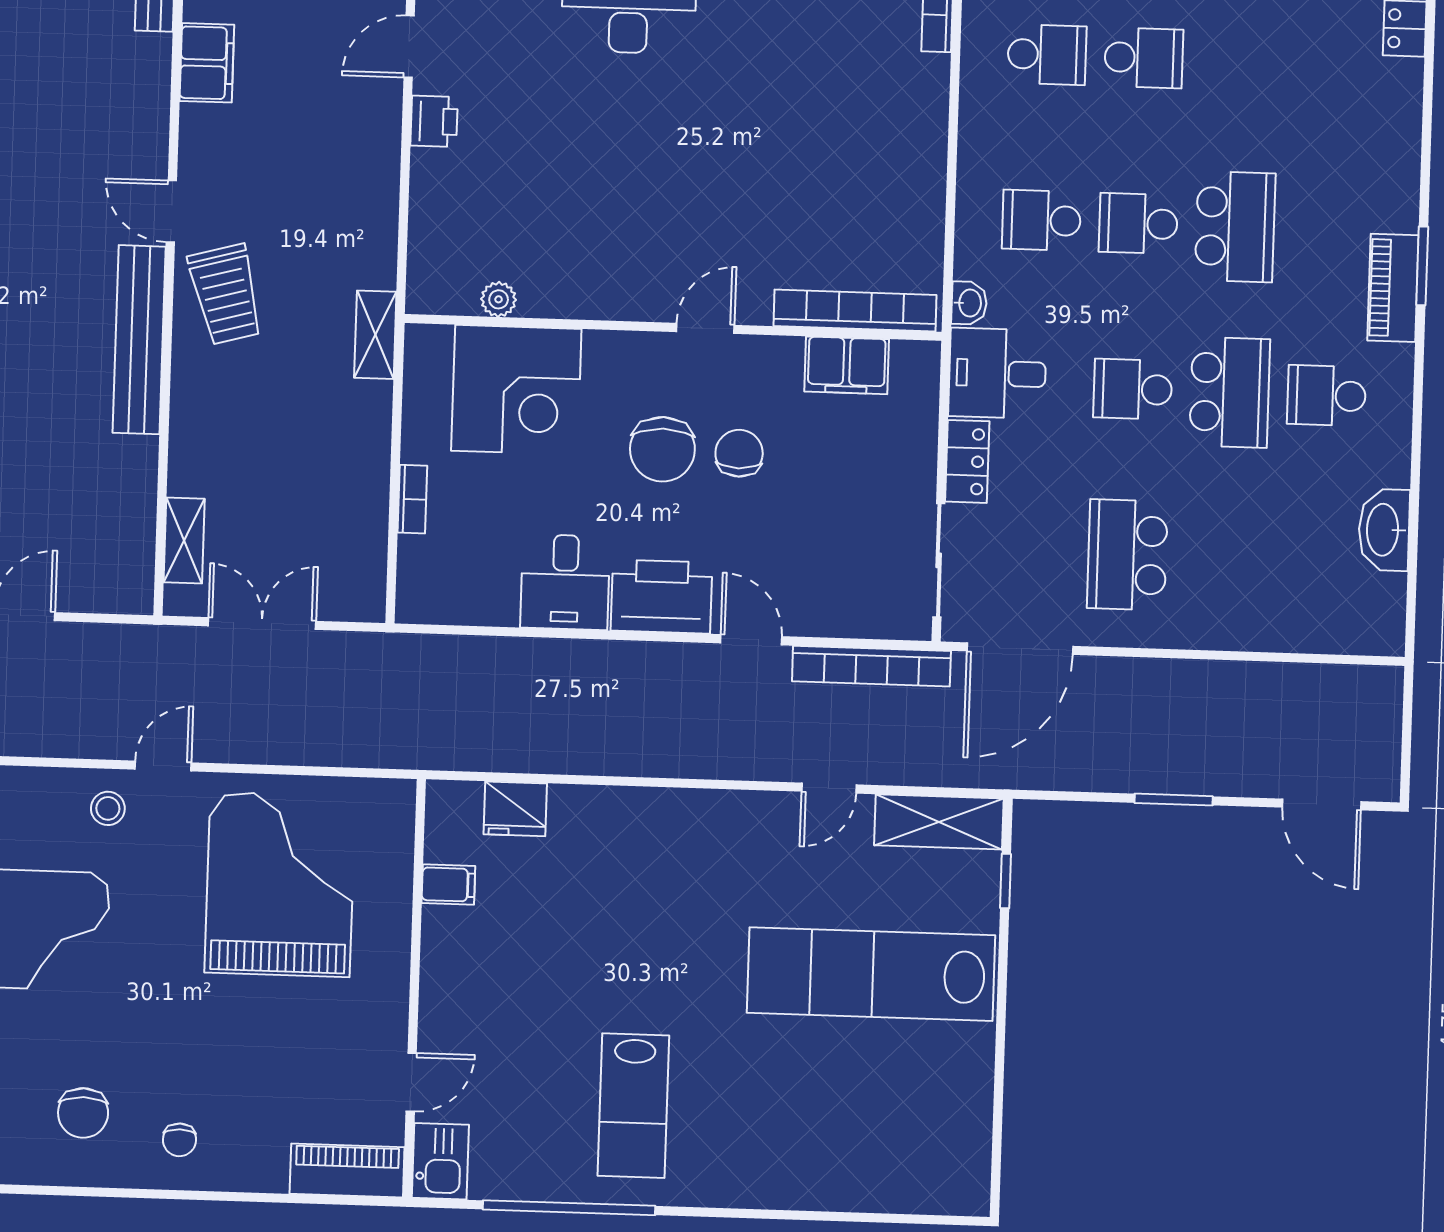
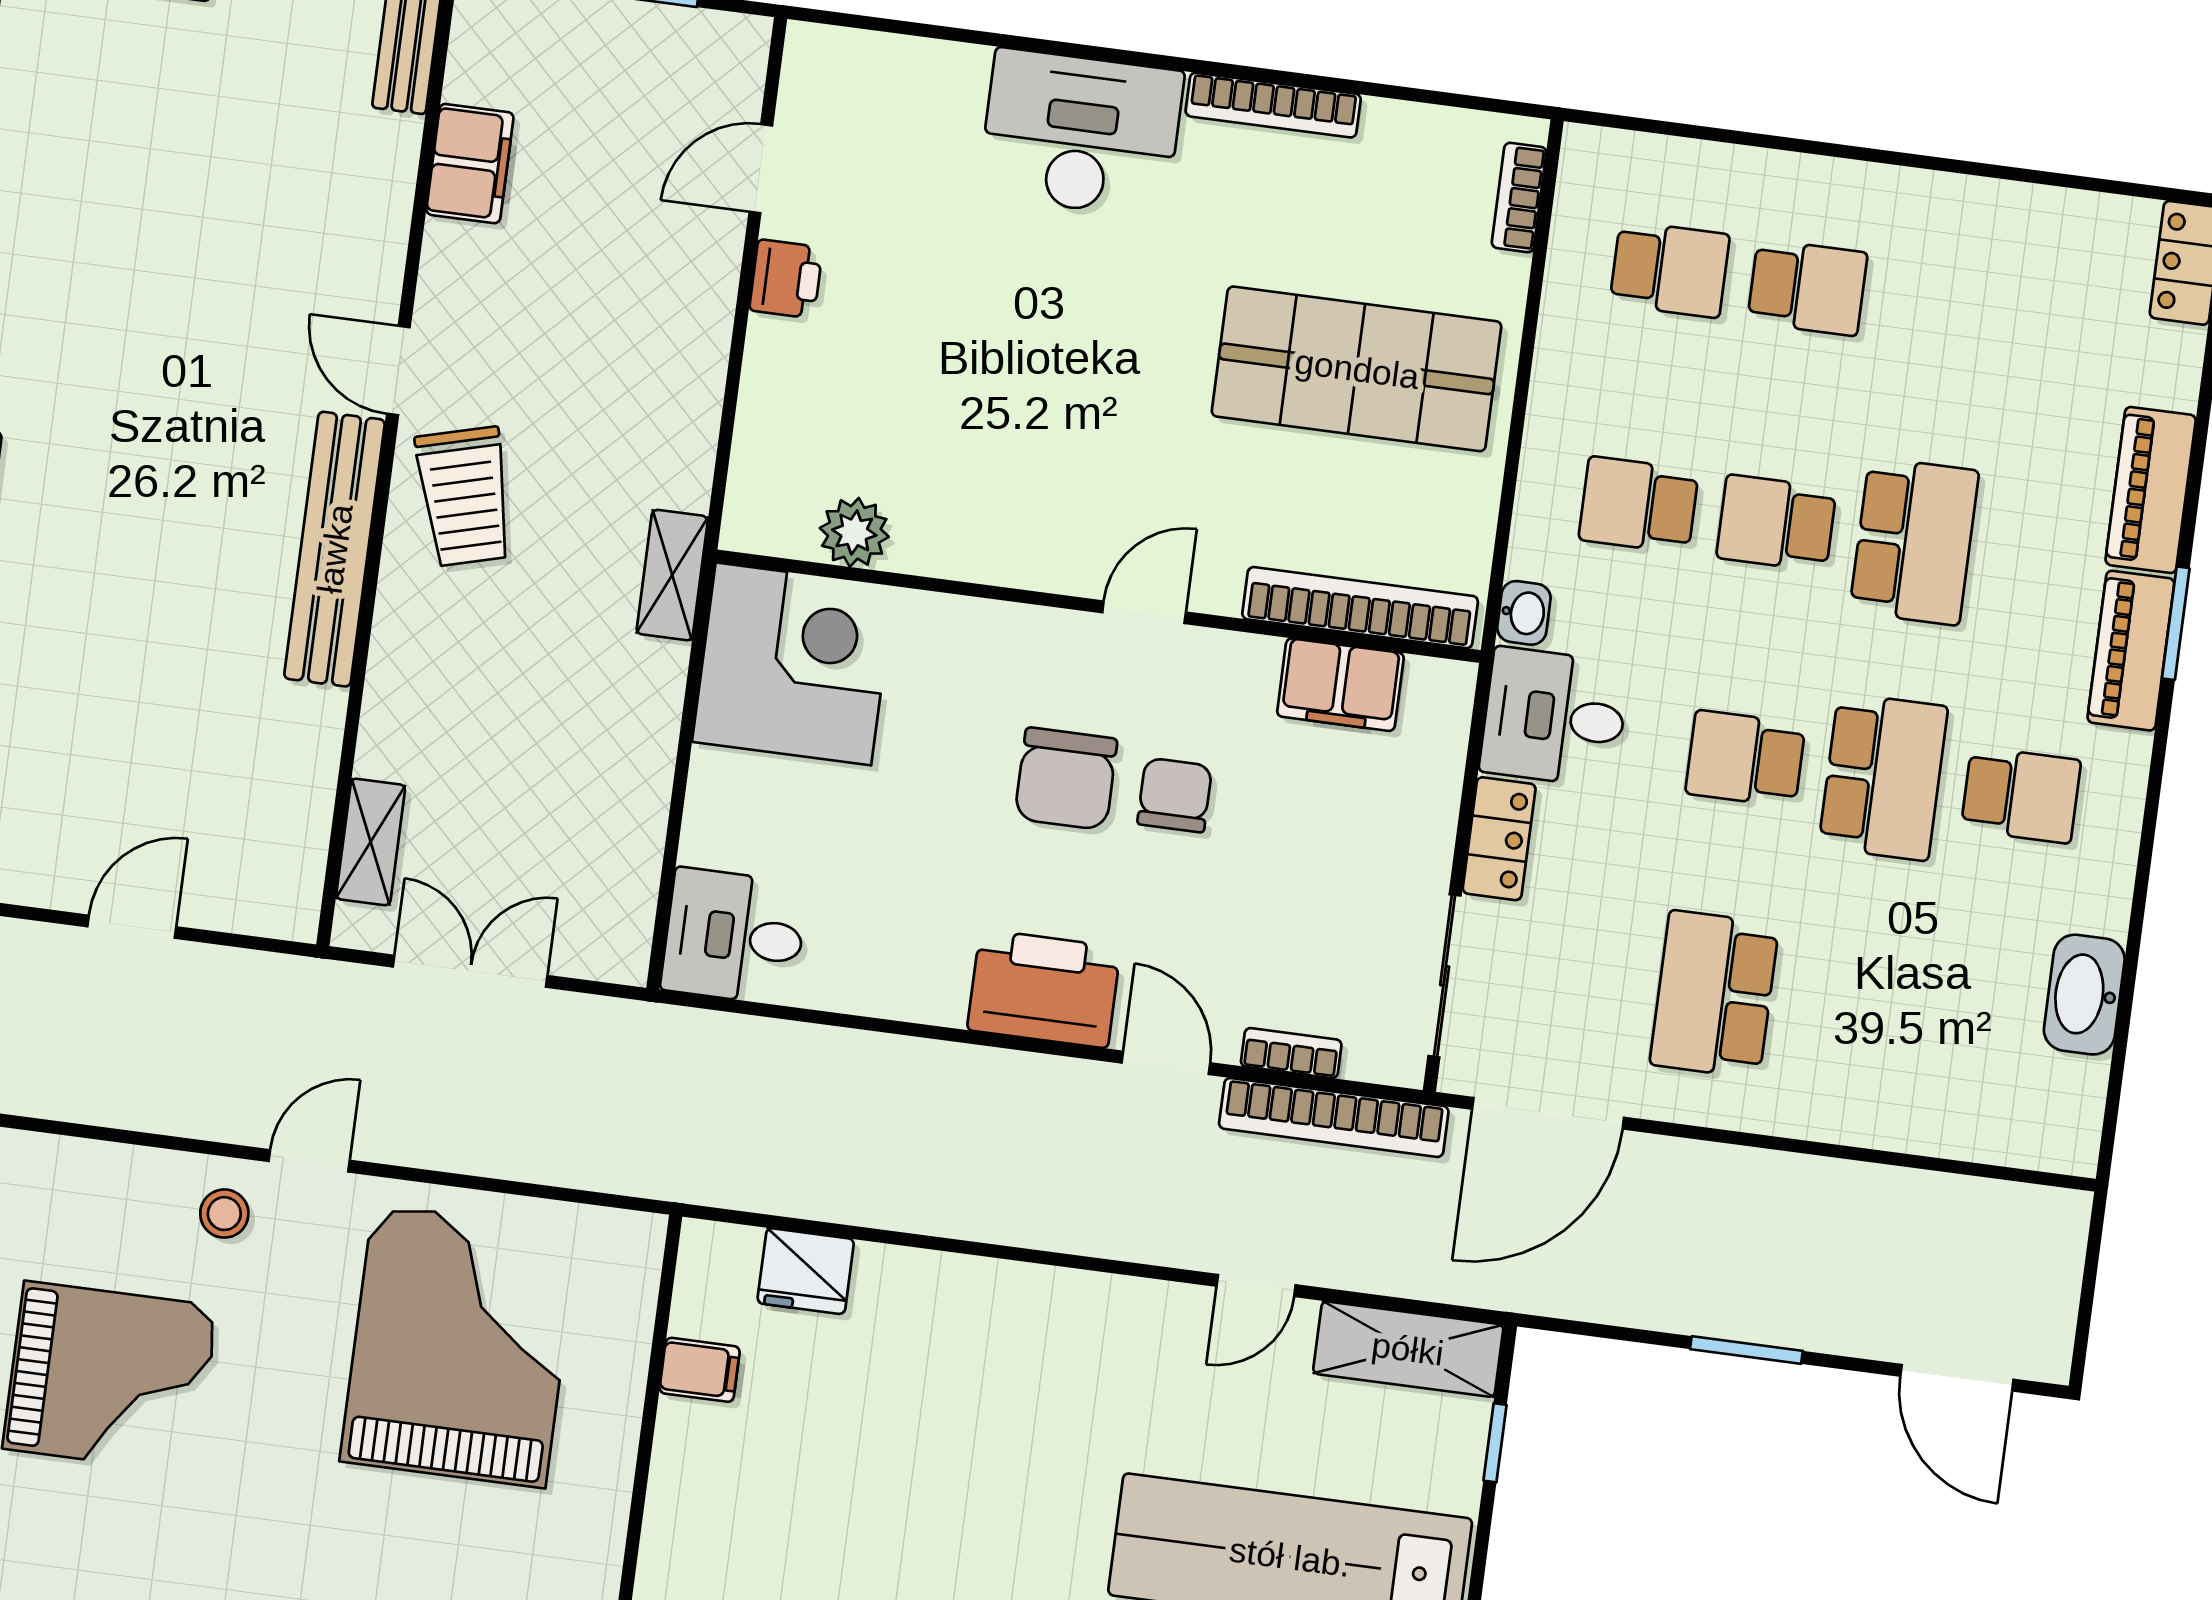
shop shelf: (836, 145) -> (1357, 369), added
piano: (1396, 175) -> (2151, 490), added
plant: (499, 299) -> (854, 532), width x1.38, depth x1.38
corner desk: (516, 390) -> (793, 664), moved, turned -90
school desk: (1326, 396) -> (2021, 795), turned 180
bookcase: (412, 499) -> (1291, 1053), moved, turned -90
desk: (565, 582) -> (734, 937), moved, turned 90

